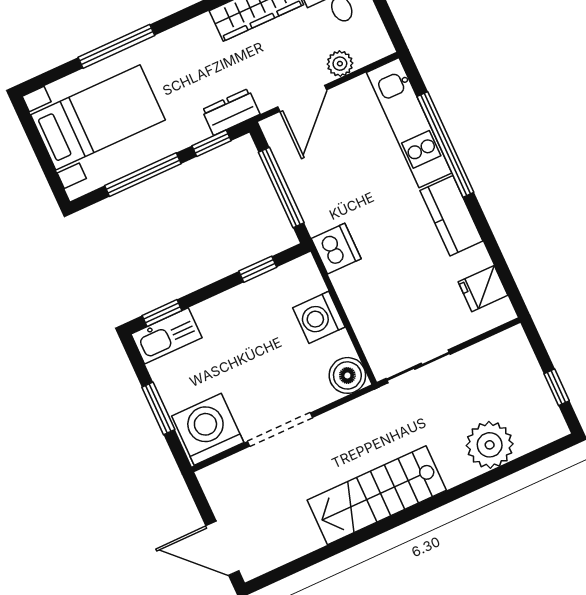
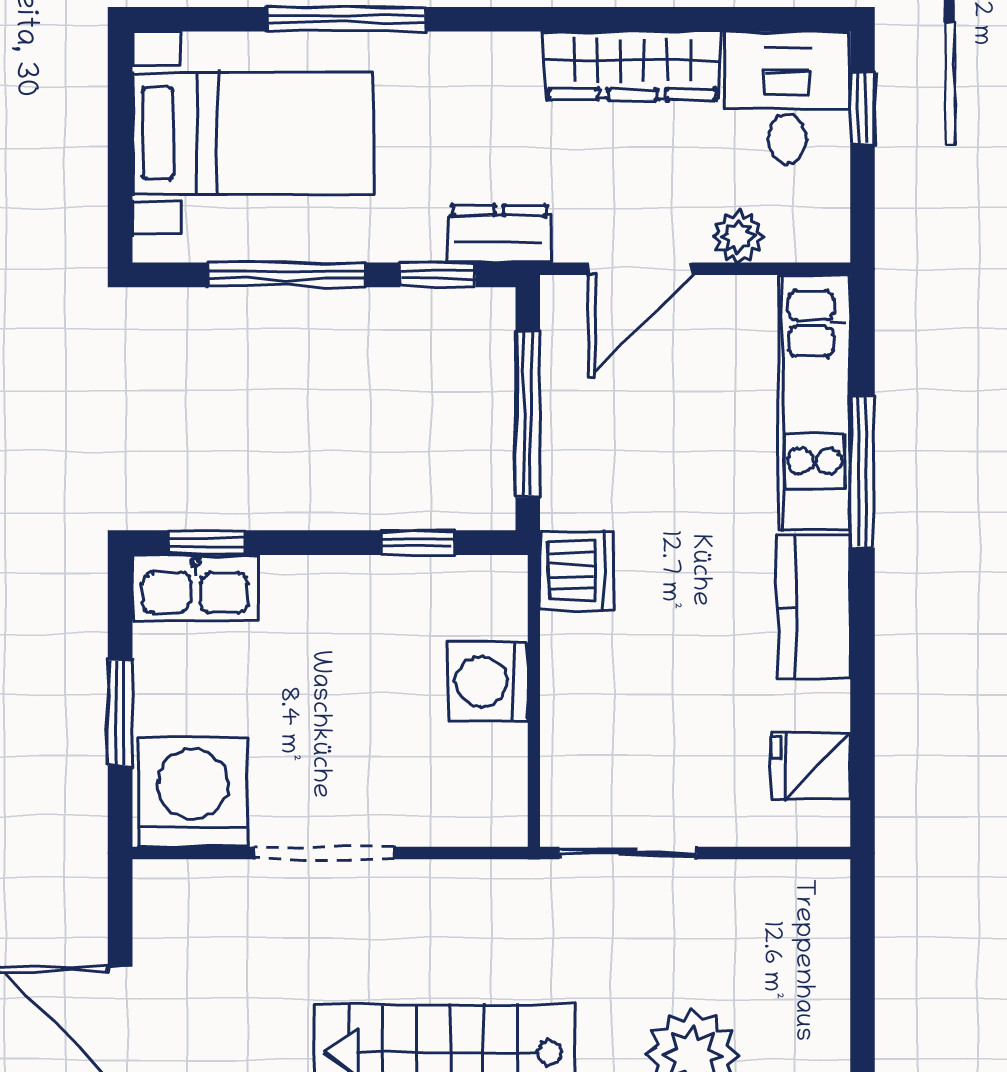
window: (445, 144) -> (863, 472), width x0.68
boiler: (347, 375) -> (492, 811), removed
window: (557, 387) -> (863, 1007), removed

